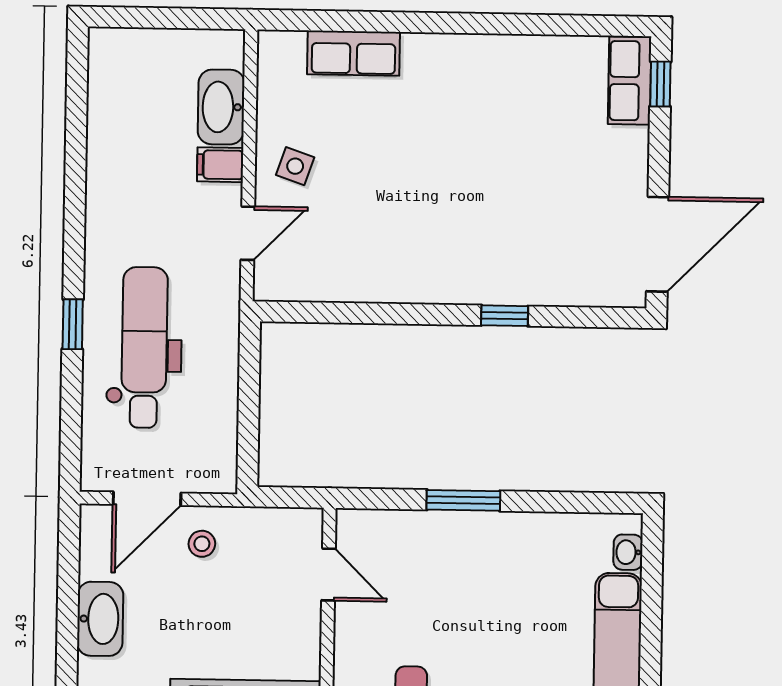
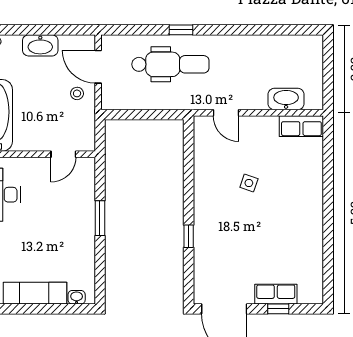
row of seats: (354, 53) -> (301, 126), moved, turned -90
row of seats: (630, 81) -> (276, 294), moved
window: (660, 84) -> (278, 309), moved
filing cabinet: (220, 165) -> (258, 99), removed
side table: (295, 166) -> (249, 183), moved

